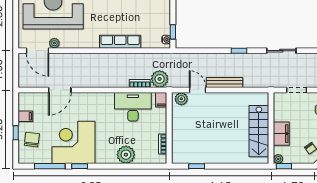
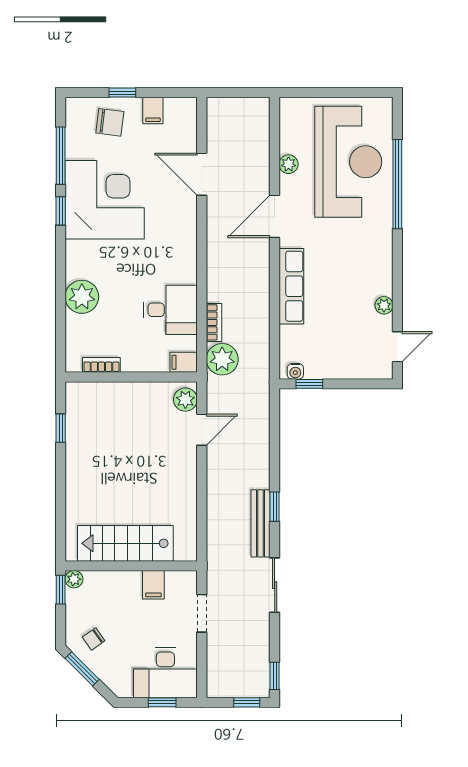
door: (37, 51) -> (275, 216), moved
bench: (225, 82) -> (261, 523), moved
desk: (133, 107) -> (170, 310), width x0.73
filing cabinet: (281, 134) -> (153, 585), moved, width x0.50

